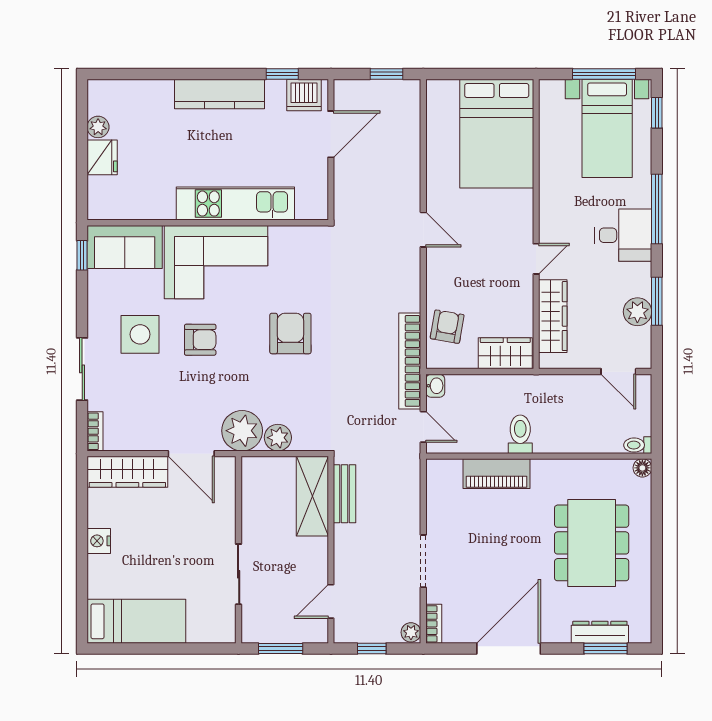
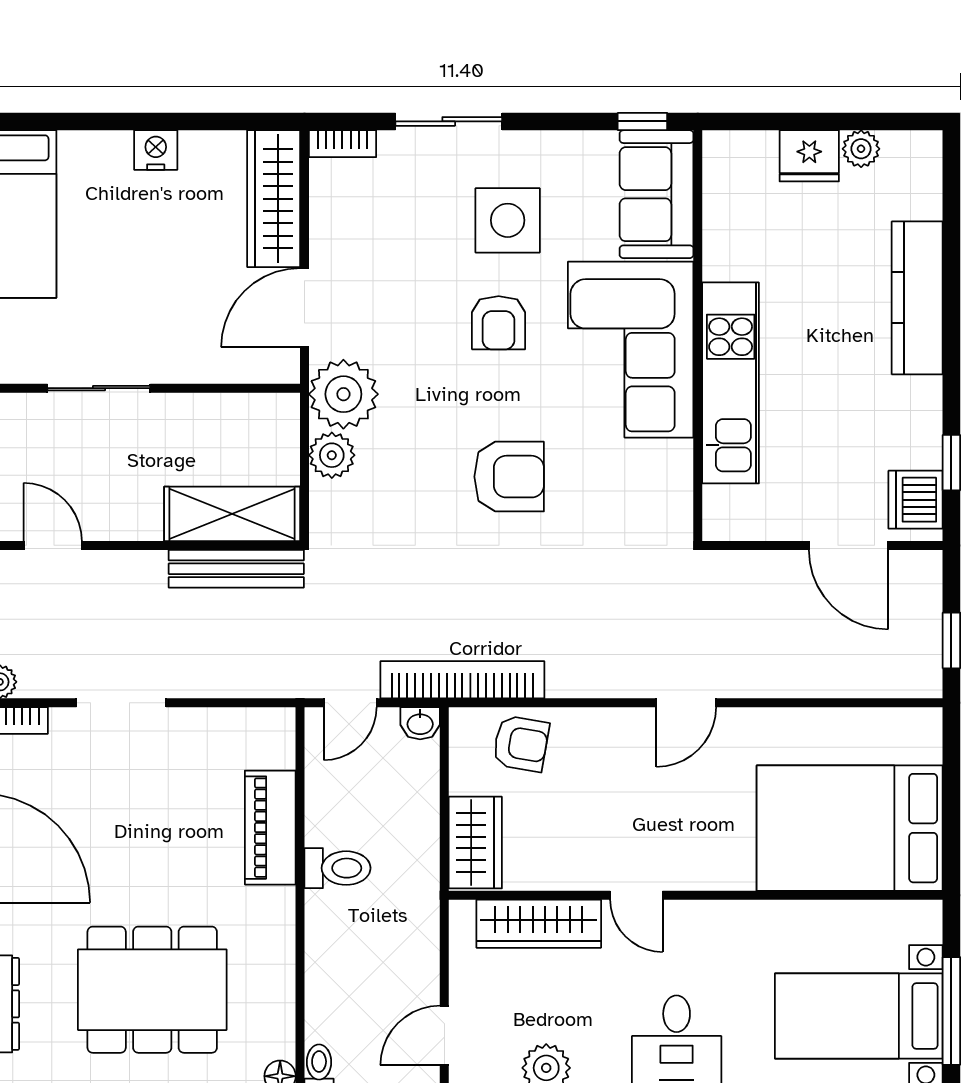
kitchen counter: (219, 94) -> (917, 298), moved
bench: (345, 494) -> (236, 569), width x1.36

